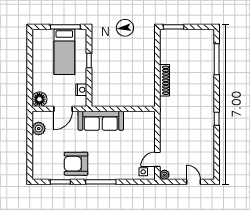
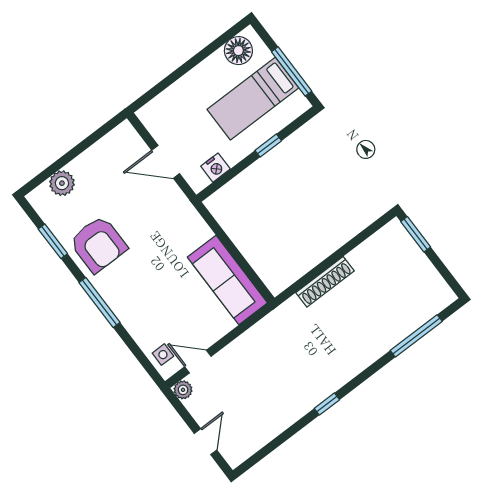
floor lamp: (39, 99) -> (238, 51), moved
sofa: (101, 121) -> (227, 280), moved
plant: (39, 129) -> (62, 183), moved
armchair: (76, 164) -> (98, 244), turned 180

